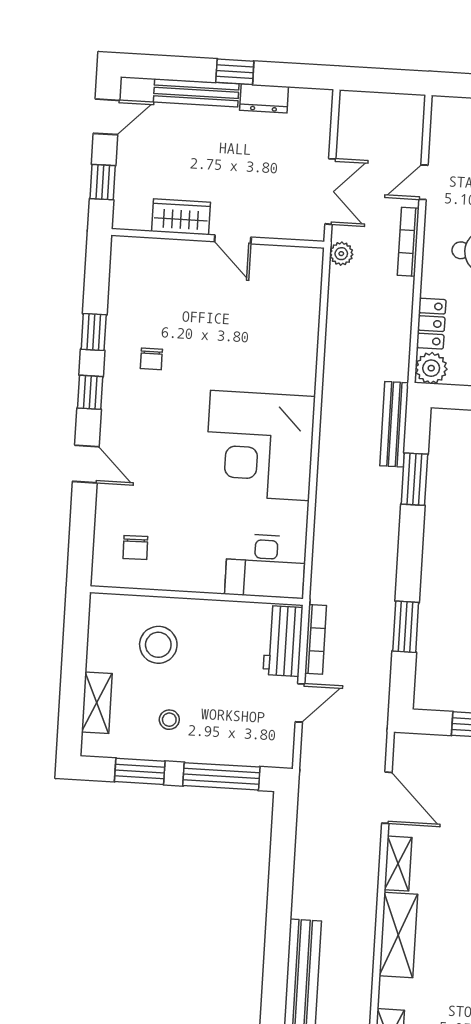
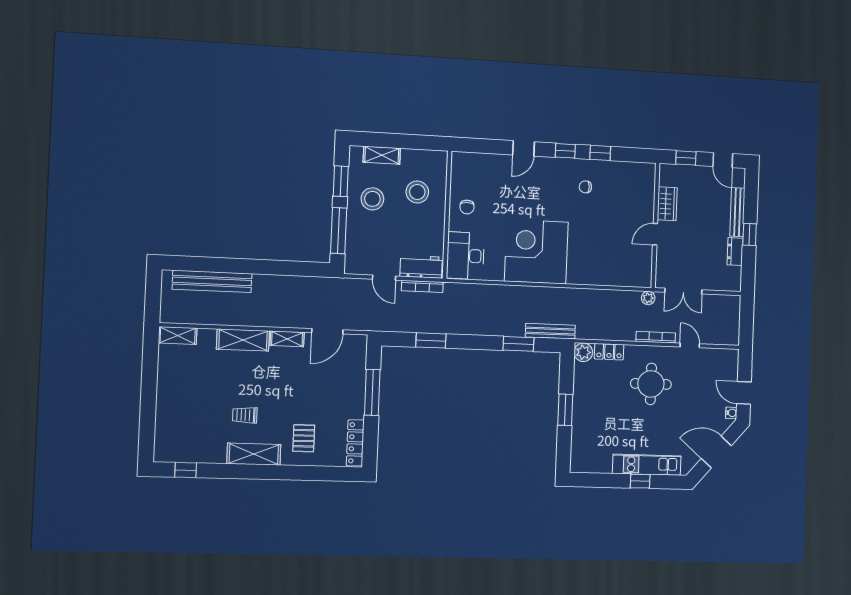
chair: (135, 548) -> (467, 207), moved, turned -89
stool: (169, 720) -> (372, 199), width x1.89, depth x1.89

